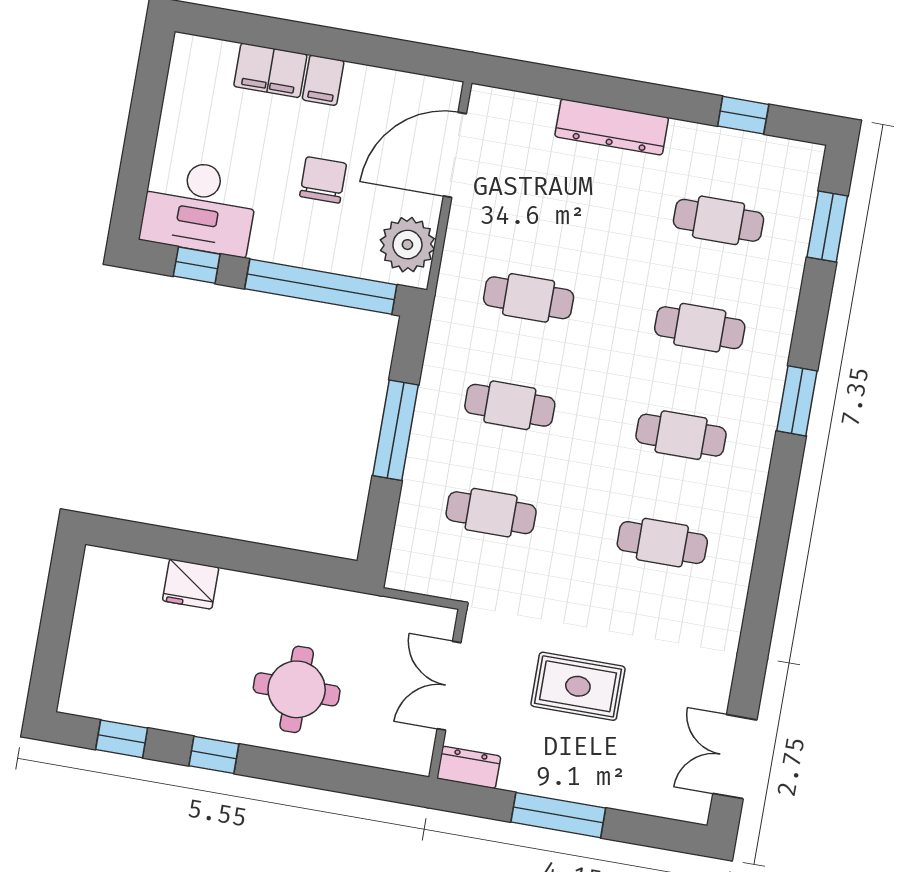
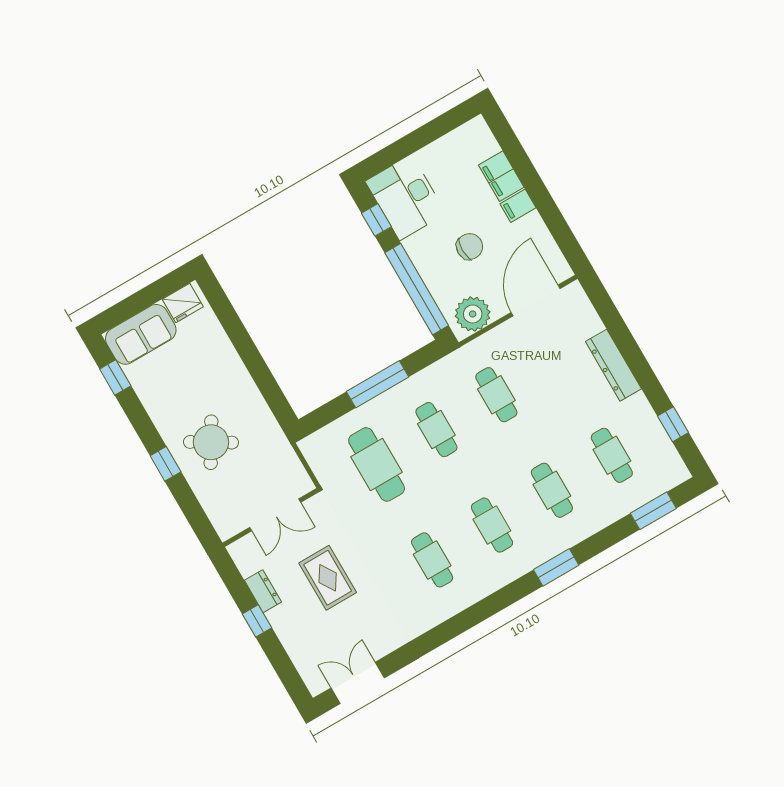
door: (455, 155) -> (536, 300), hinge flipped
cafe table: (491, 513) -> (377, 464), width x1.37, depth x1.35
fridge: (191, 584) -> (183, 303), moved, turned -90
sofa: (96, 665) -> (141, 334), added
double door: (449, 686) -> (275, 515), swing flipped
round table: (297, 689) -> (211, 442), turned 31
window: (214, 755) -> (166, 464), moved
dresser: (469, 767) -> (263, 591), moved
window: (558, 815) -> (257, 621), width x0.46

